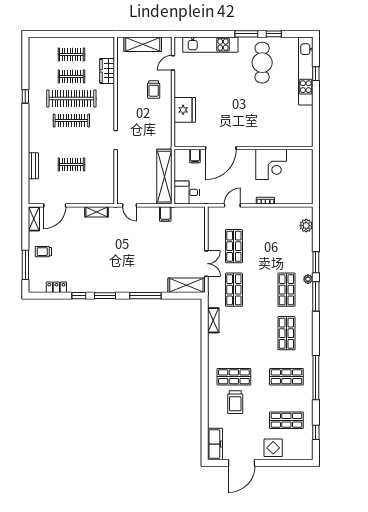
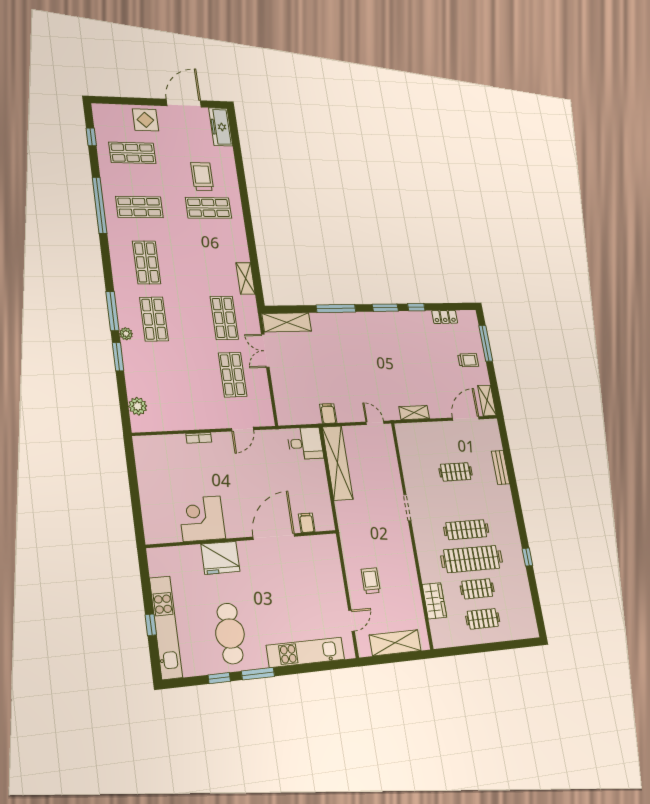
fridge: (185, 110) -> (220, 558), moved, turned -90
door: (221, 148) -> (274, 537), moved
wall: (243, 148) -> (243, 539), moved
filing cabinet: (195, 156) -> (307, 523), moved
corner desk: (271, 164) -> (202, 519), moved

